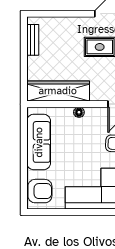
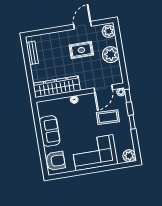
sofa: (39, 142) -> (50, 131), width x0.73

